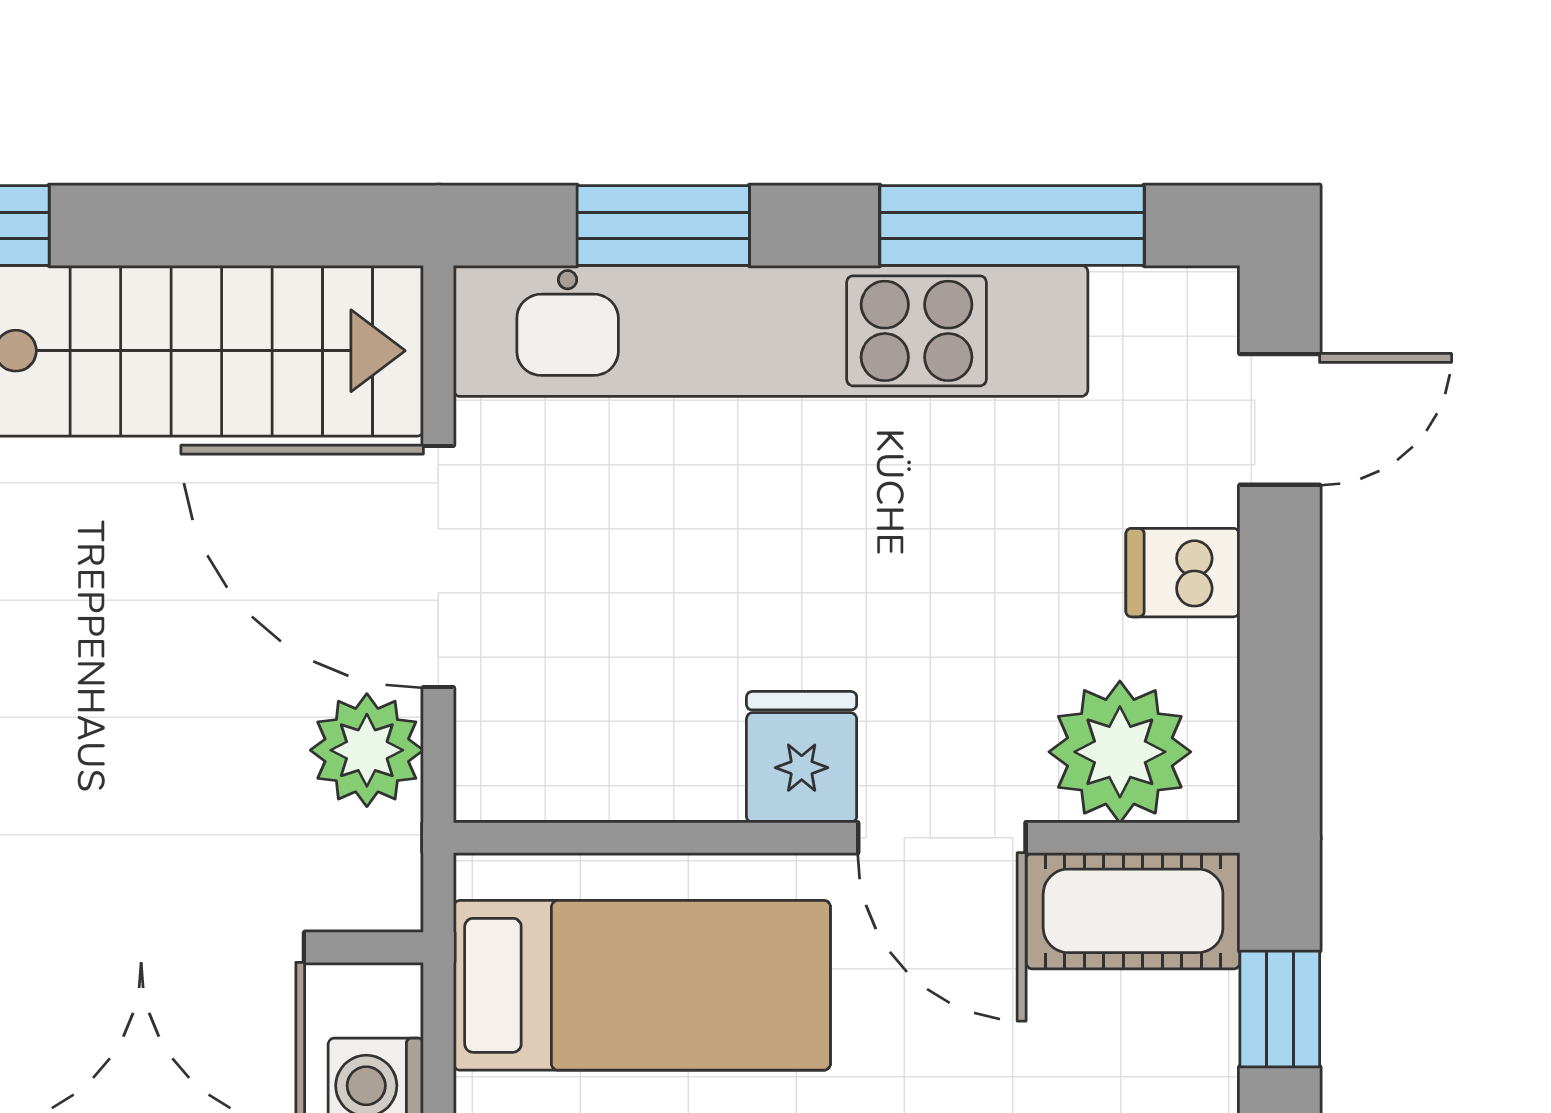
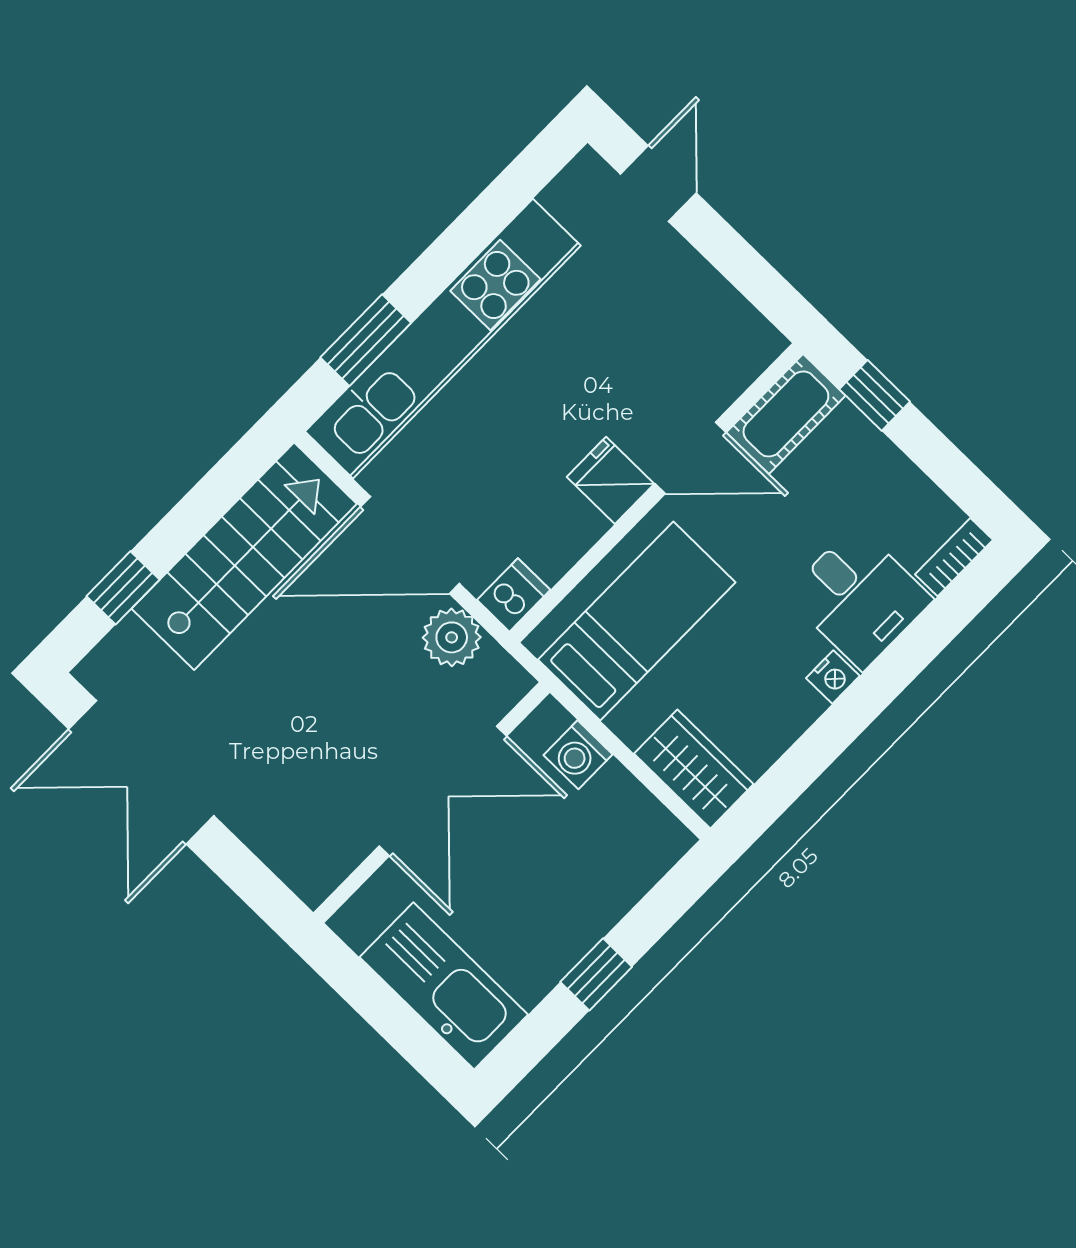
window: (1012, 225) -> (491, 212), removed
dishwasher: (1183, 573) -> (514, 595), moved, turned 180
plant: (1120, 752) -> (723, 362), removed

